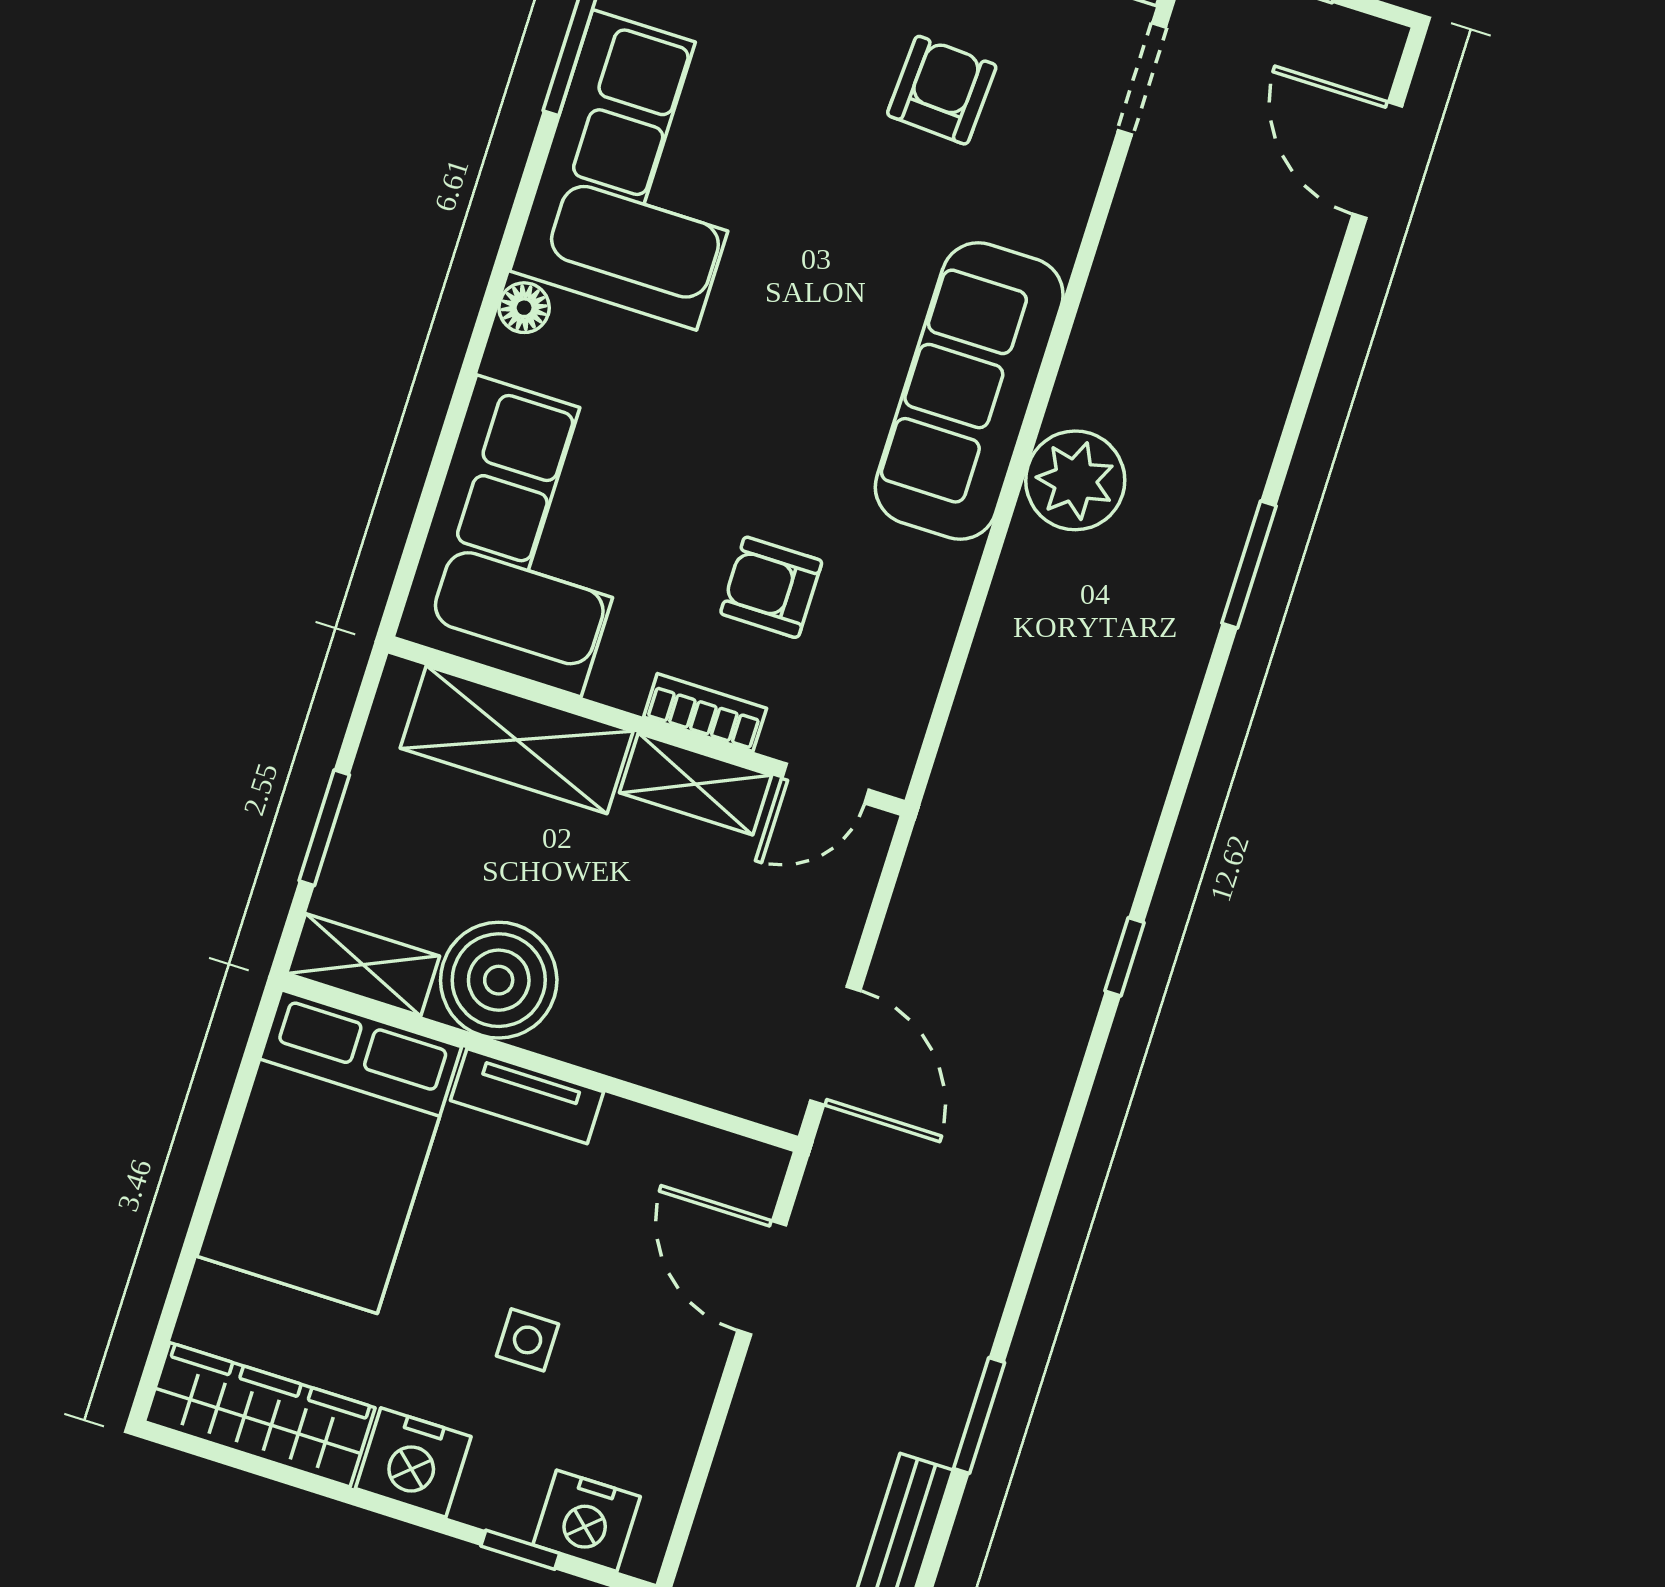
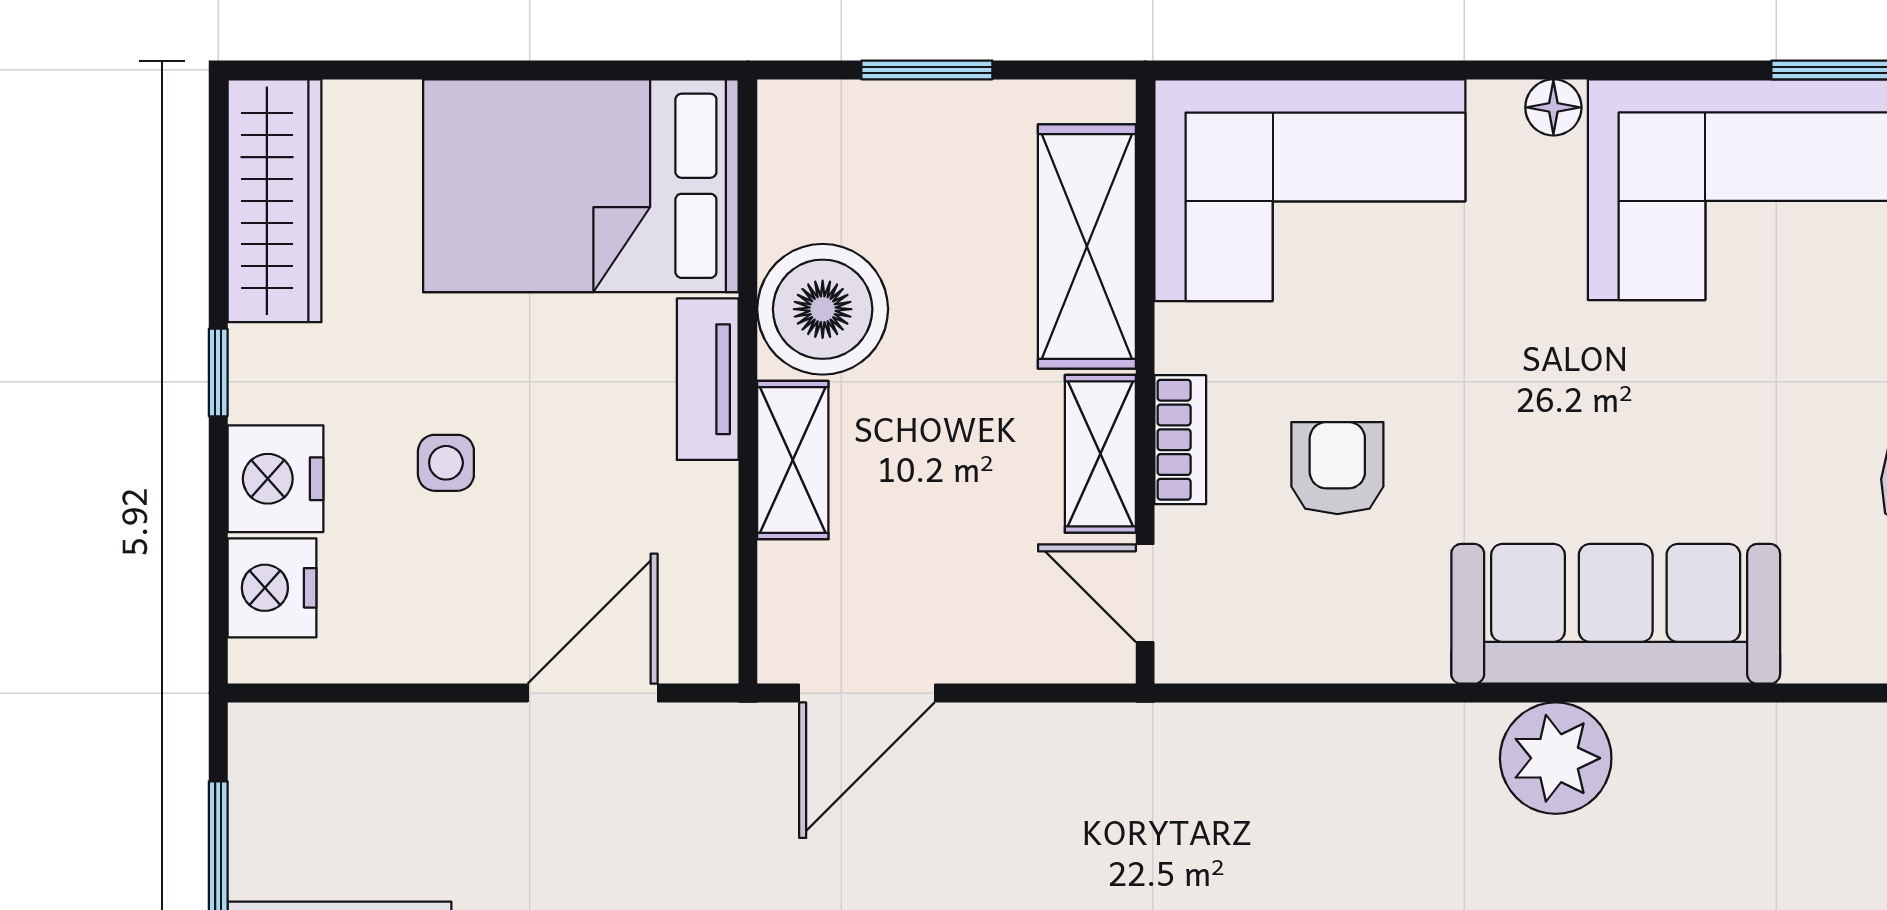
shelving: (363, 965) -> (793, 460), moved
nightstand: (413, 1462) -> (275, 479), moved
window: (520, 1550) -> (218, 373), moved

